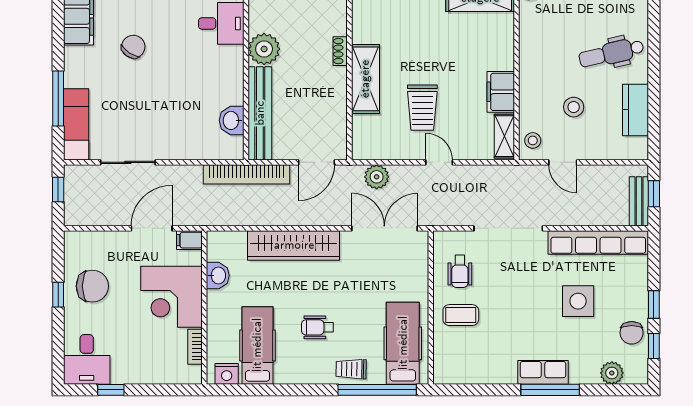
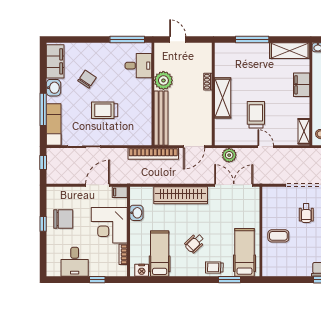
filing cabinet: (501, 92) -> (302, 85), moved
trolley: (163, 100) -> (105, 110), added
trolley: (422, 108) -> (256, 115), turned 180
washbasin: (232, 120) -> (53, 88), moved, turned 180
wheelchair: (460, 271) -> (306, 213), moved
wheelchair: (317, 327) -> (195, 243), turned -44
desk: (87, 359) -> (75, 262), moved
window: (111, 390) -> (97, 280), moved
window: (377, 390) -> (229, 280), width x0.47

